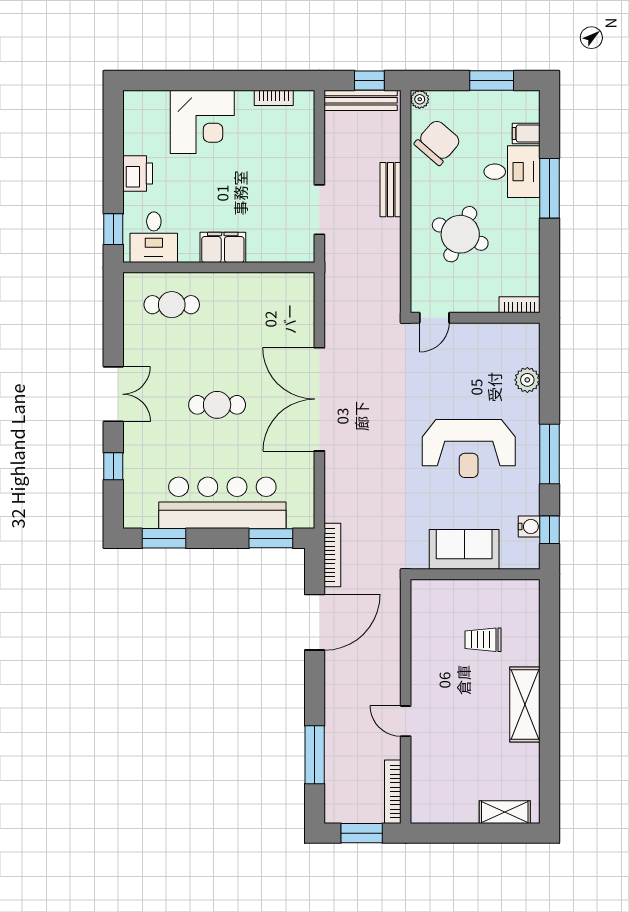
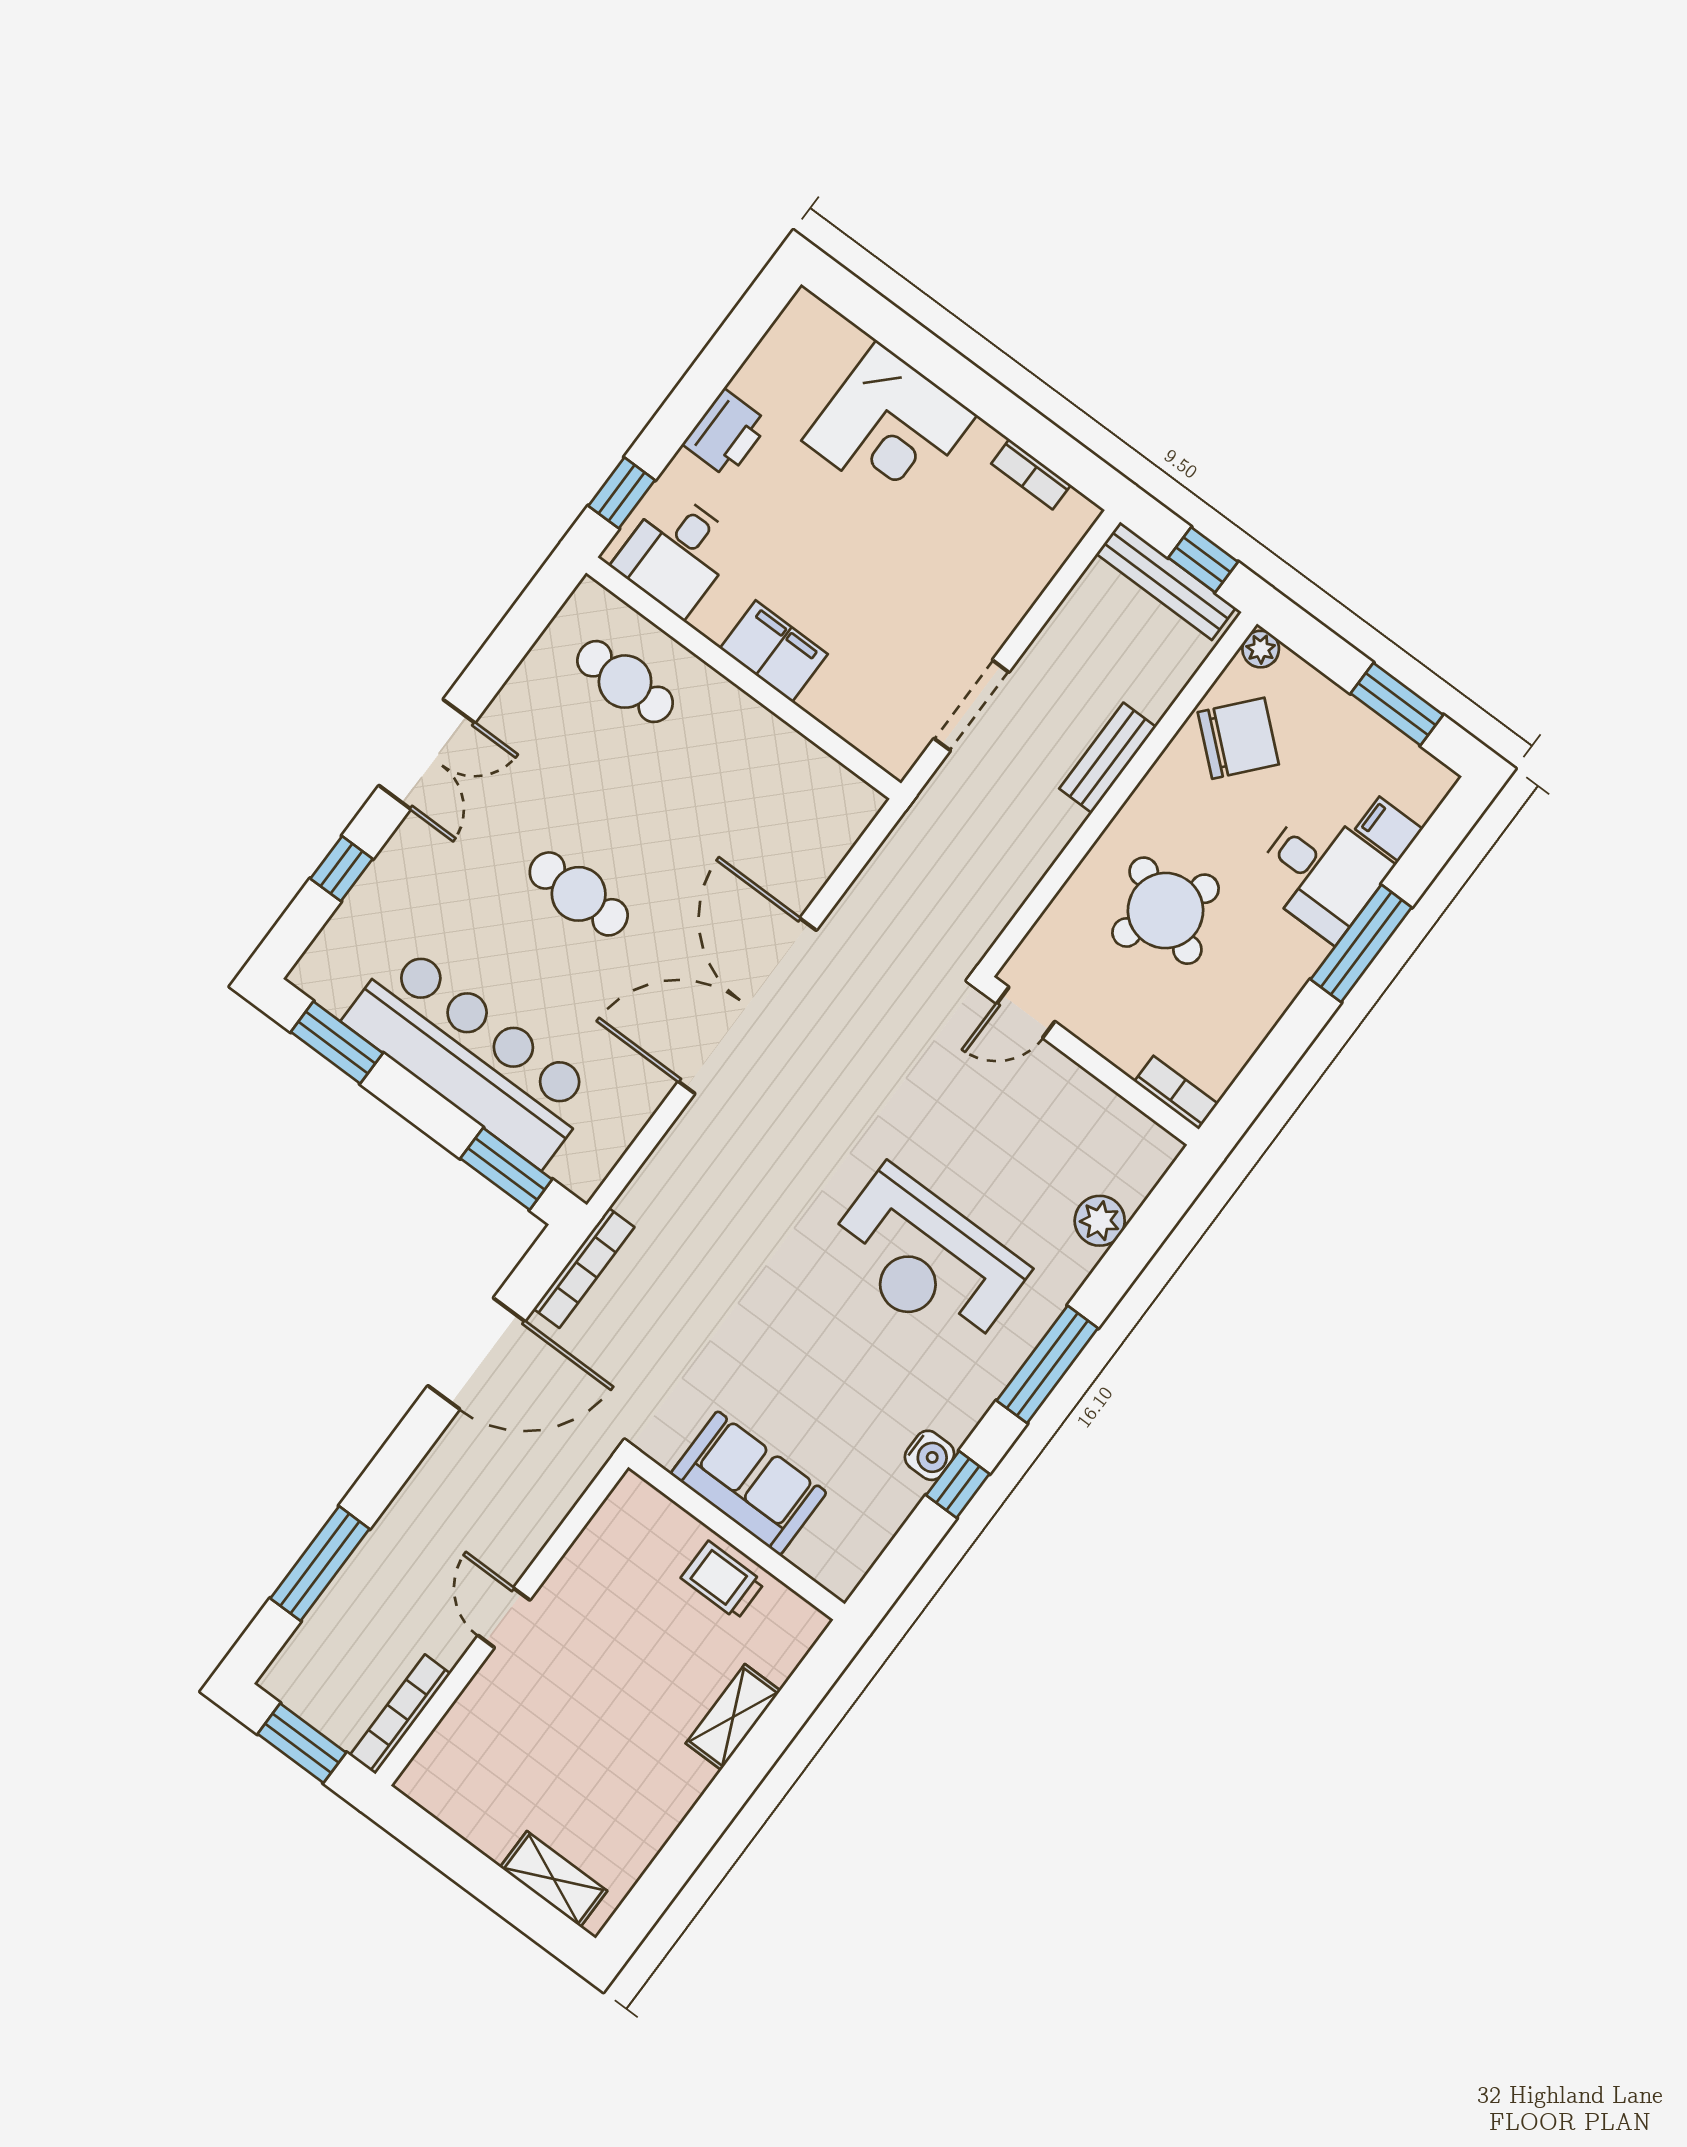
sofa: (464, 549) -> (749, 1483), moved
wall: (475, 574) -> (737, 1536), moved
shelving: (525, 705) -> (733, 1717), width x0.67, depth x0.75

